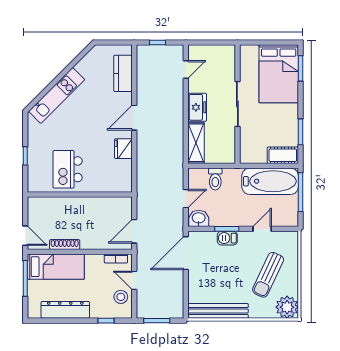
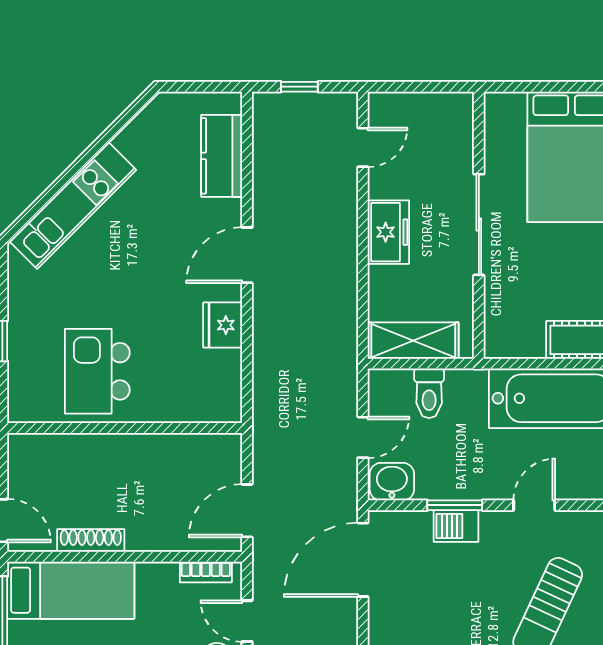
shelving: (196, 143) -> (413, 341), moved, turned 90

